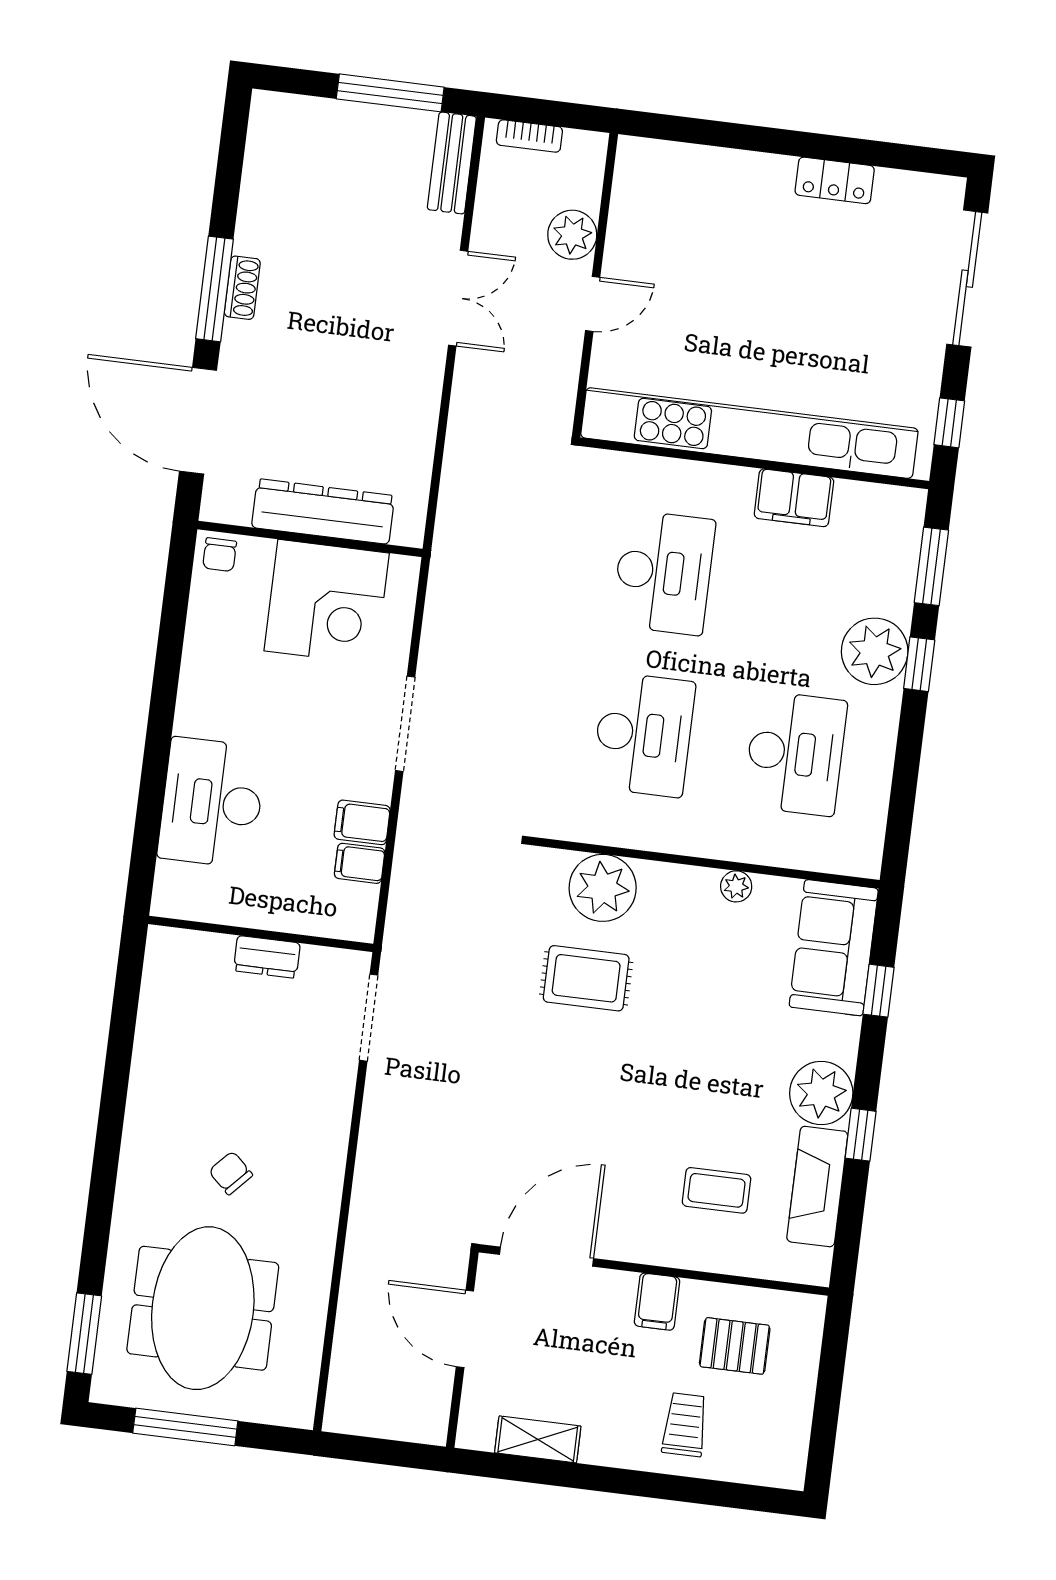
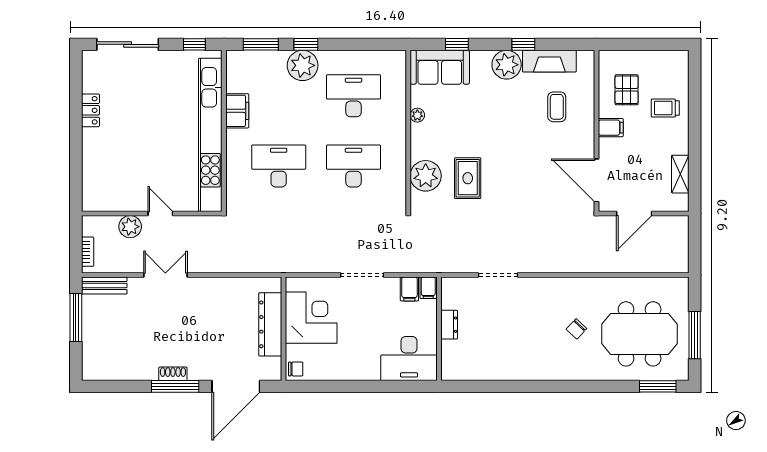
wall: (261, 934) -> (439, 329), moved
dresser: (267, 957) -> (449, 325), moved

